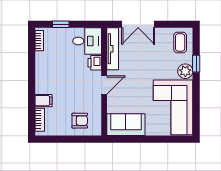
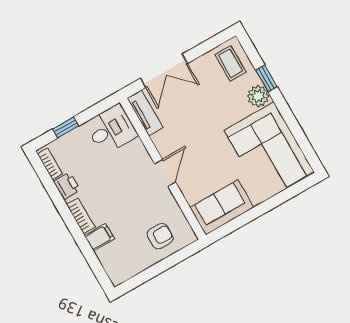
tv unit: (113, 49) -> (145, 113), width x0.71
printer: (95, 63) -> (67, 186), moved, turned 180
bookcase: (40, 120) -> (81, 216), moved

